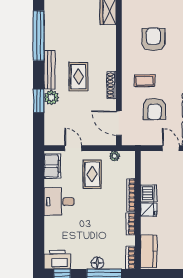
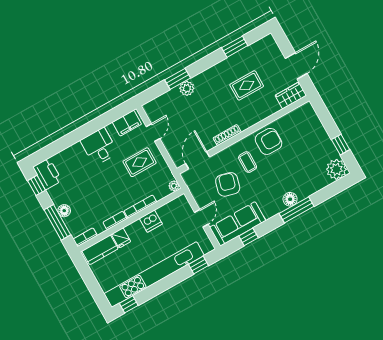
window: (39, 36) -> (235, 47), width x0.47
armchair: (153, 39) -> (269, 141), moved
bench: (49, 70) -> (210, 73), removed
rug: (78, 77) -> (247, 85), moved
armchair: (154, 109) -> (228, 184), turned 105
plant: (115, 156) -> (174, 186), moved
fridge: (149, 210) -> (121, 238), moved

